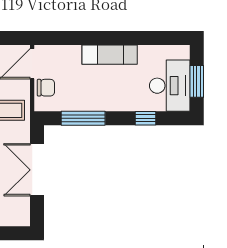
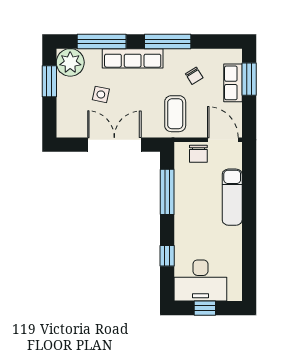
exam couch: (110, 55) -> (232, 197), moved
window: (197, 81) -> (205, 308), width x0.67

